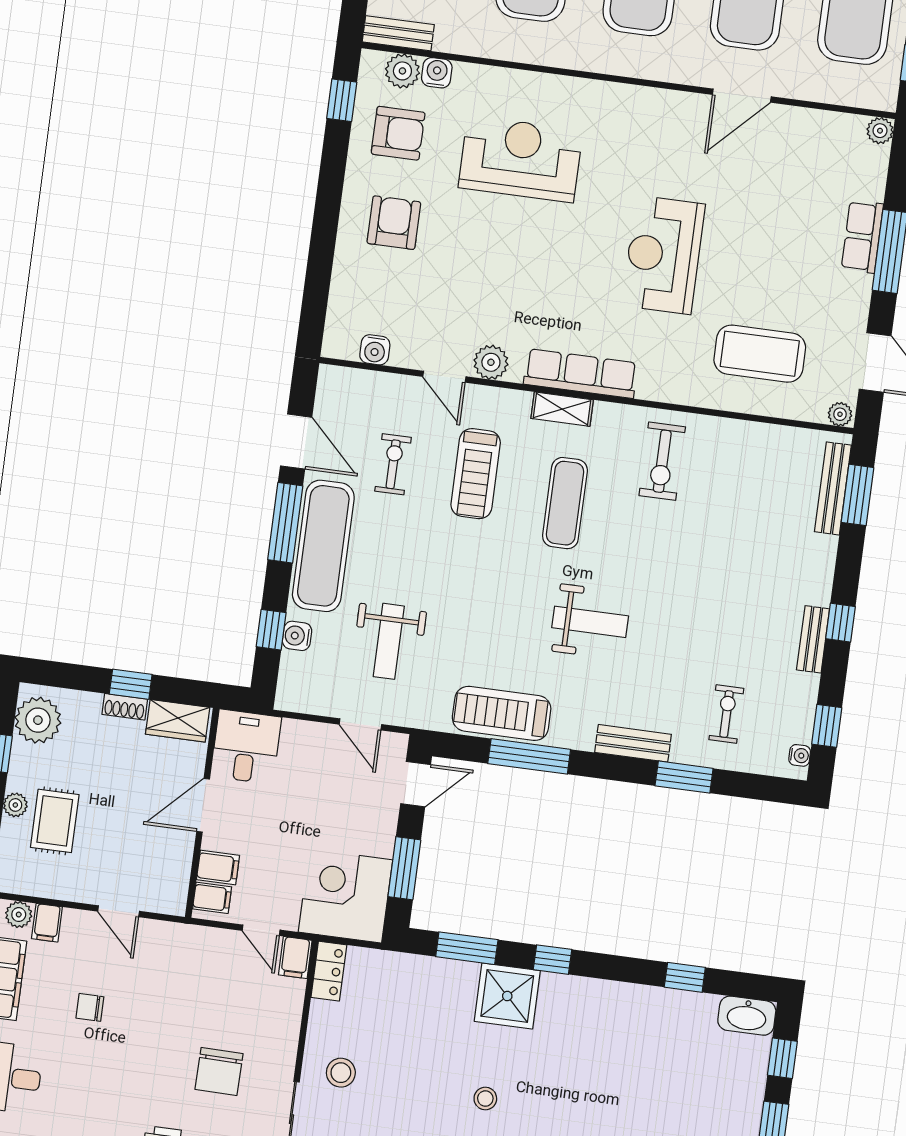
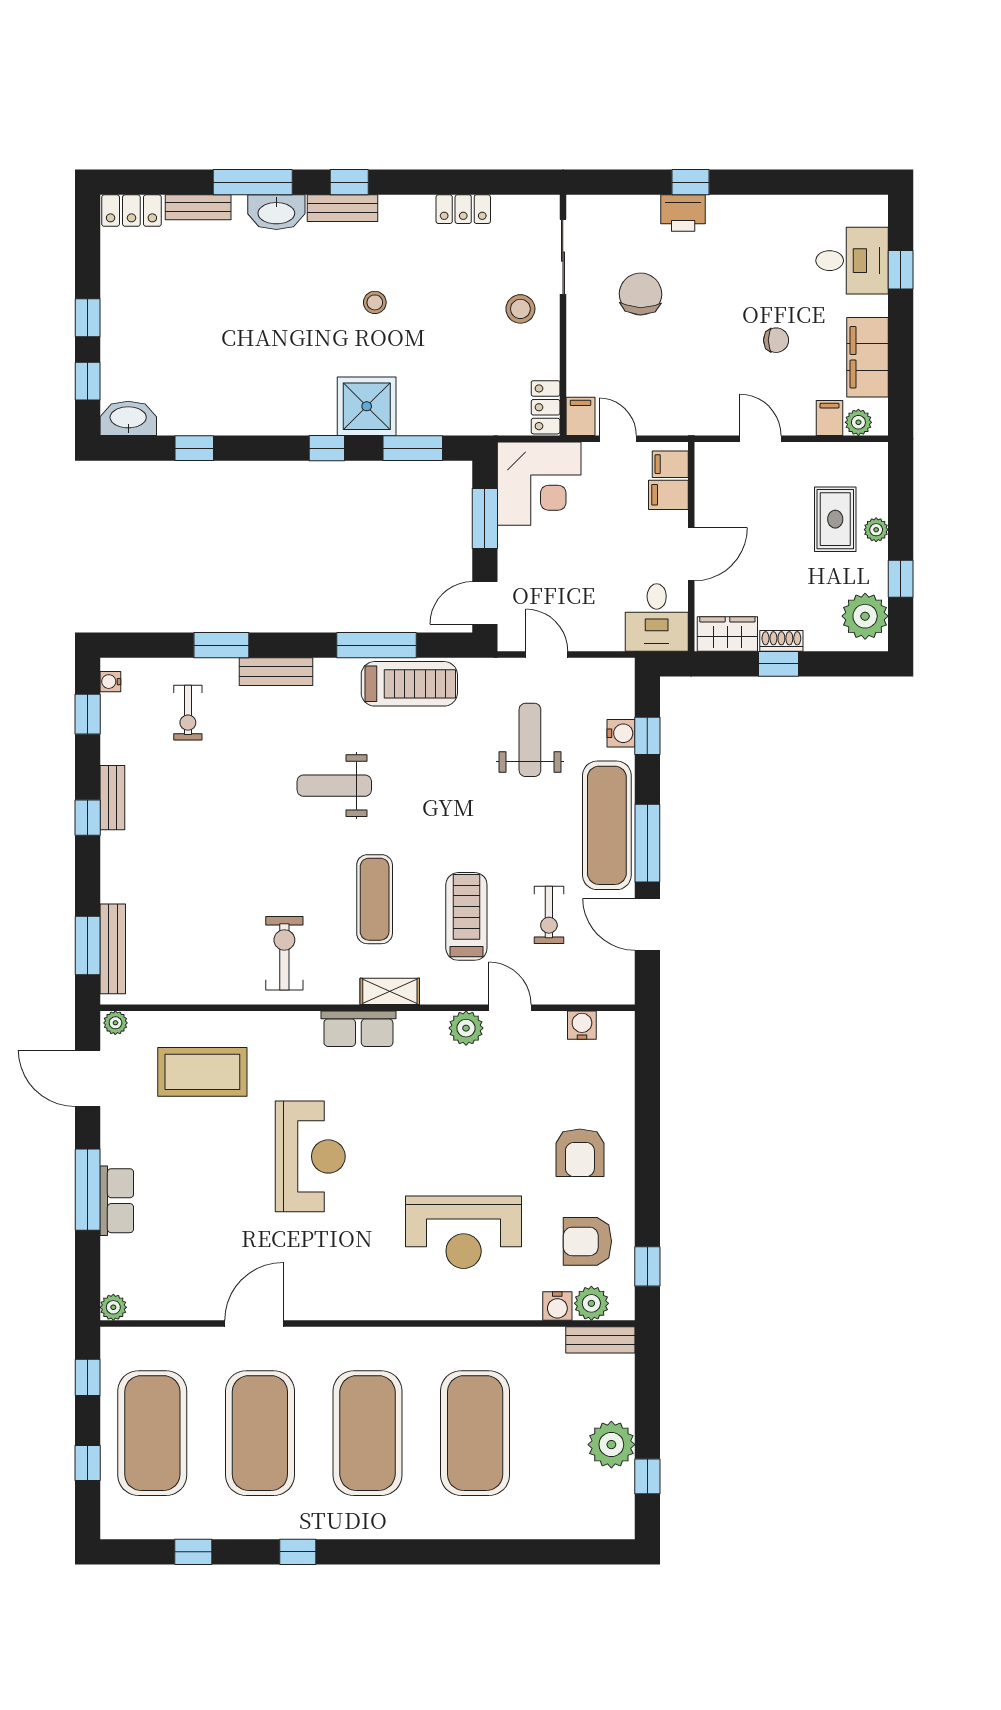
row of seats: (581, 374) -> (358, 1029), width x0.68

